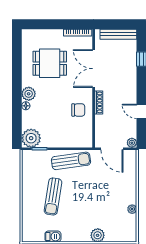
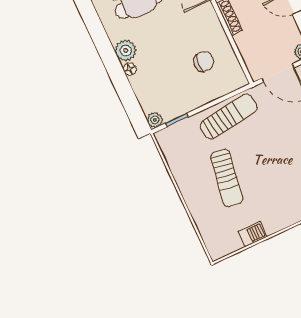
chair: (78, 110) -> (204, 61), moved
plant: (31, 138) -> (155, 120), width x0.53, depth x0.53

